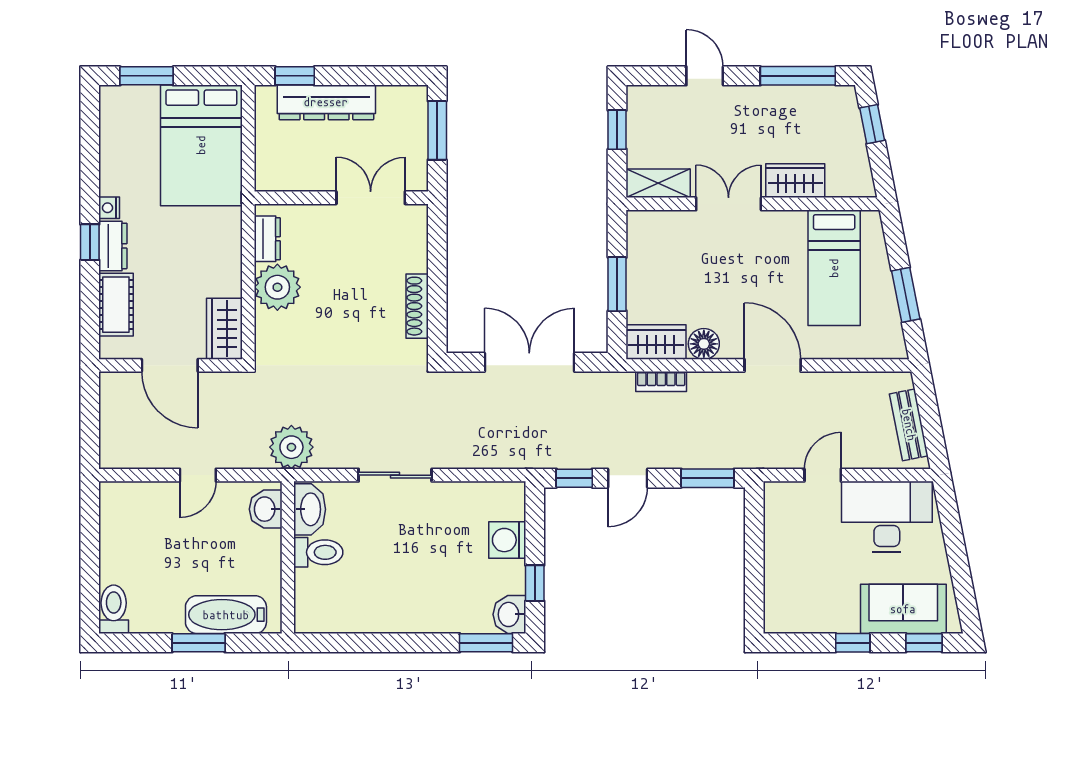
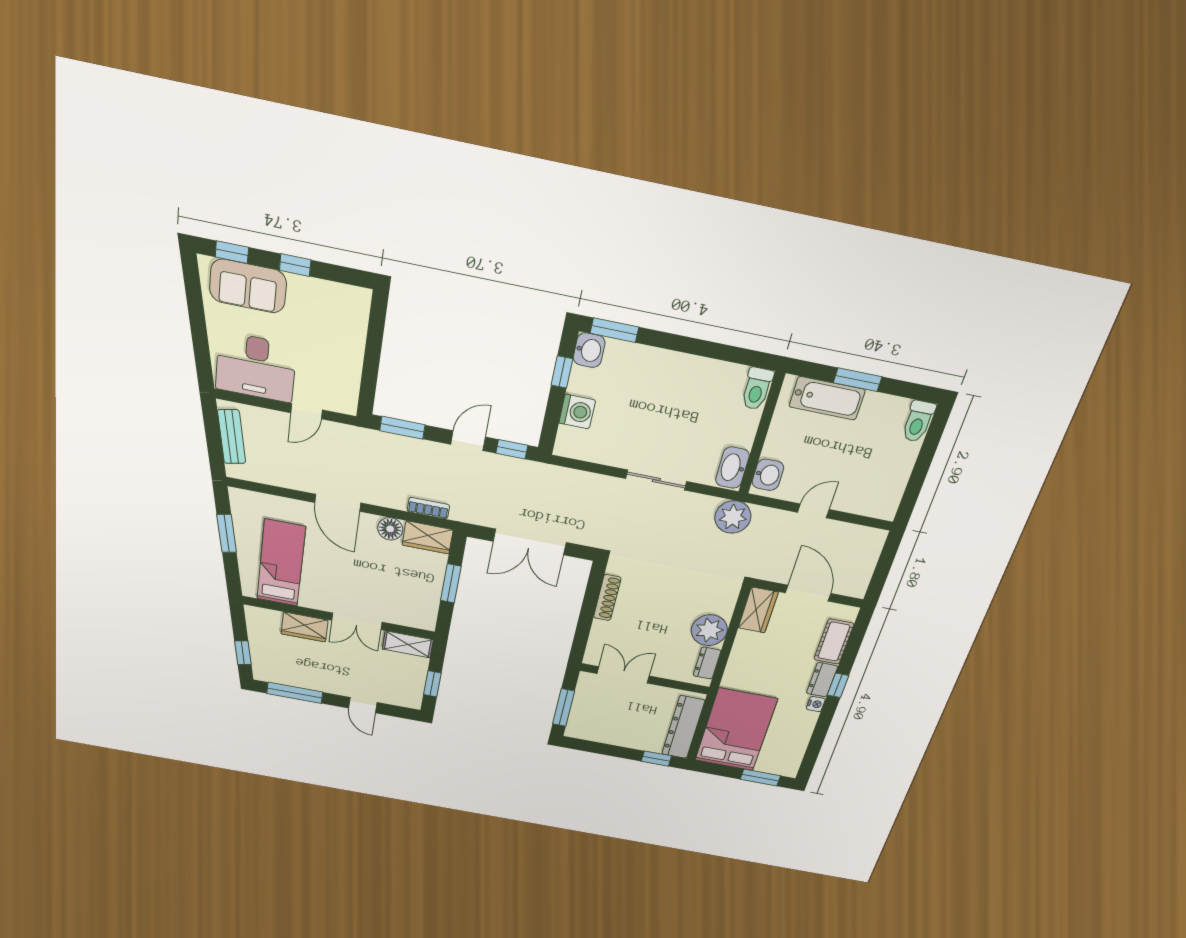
dresser: (326, 102) -> (683, 727), moved, turned -90
double door: (371, 198) -> (623, 675), swing flipped
toilet: (318, 552) -> (757, 389), moved, turned -90

